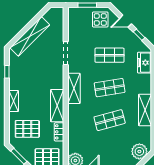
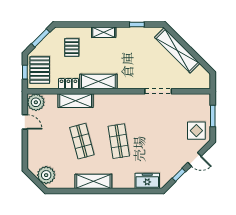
door: (125, 21) -> (195, 159), swing flipped
shop shelf: (110, 55) -> (156, 141), removed
shelving: (74, 88) -> (76, 101), moved
pallet: (27, 129) -> (72, 48), width x0.67, depth x0.71

